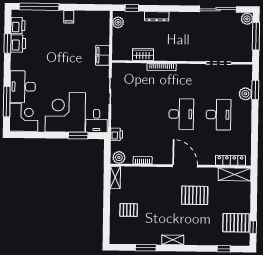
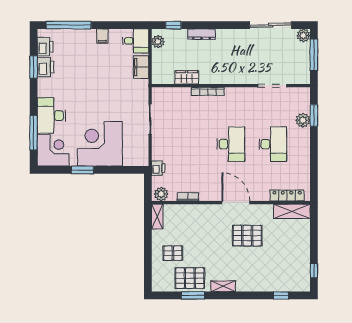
filing cabinet: (103, 55) -> (141, 67), moved
desk: (97, 121) -> (136, 41), moved, turned -90
window: (78, 136) -> (82, 170), moved
pallet: (236, 223) -> (190, 278), moved

